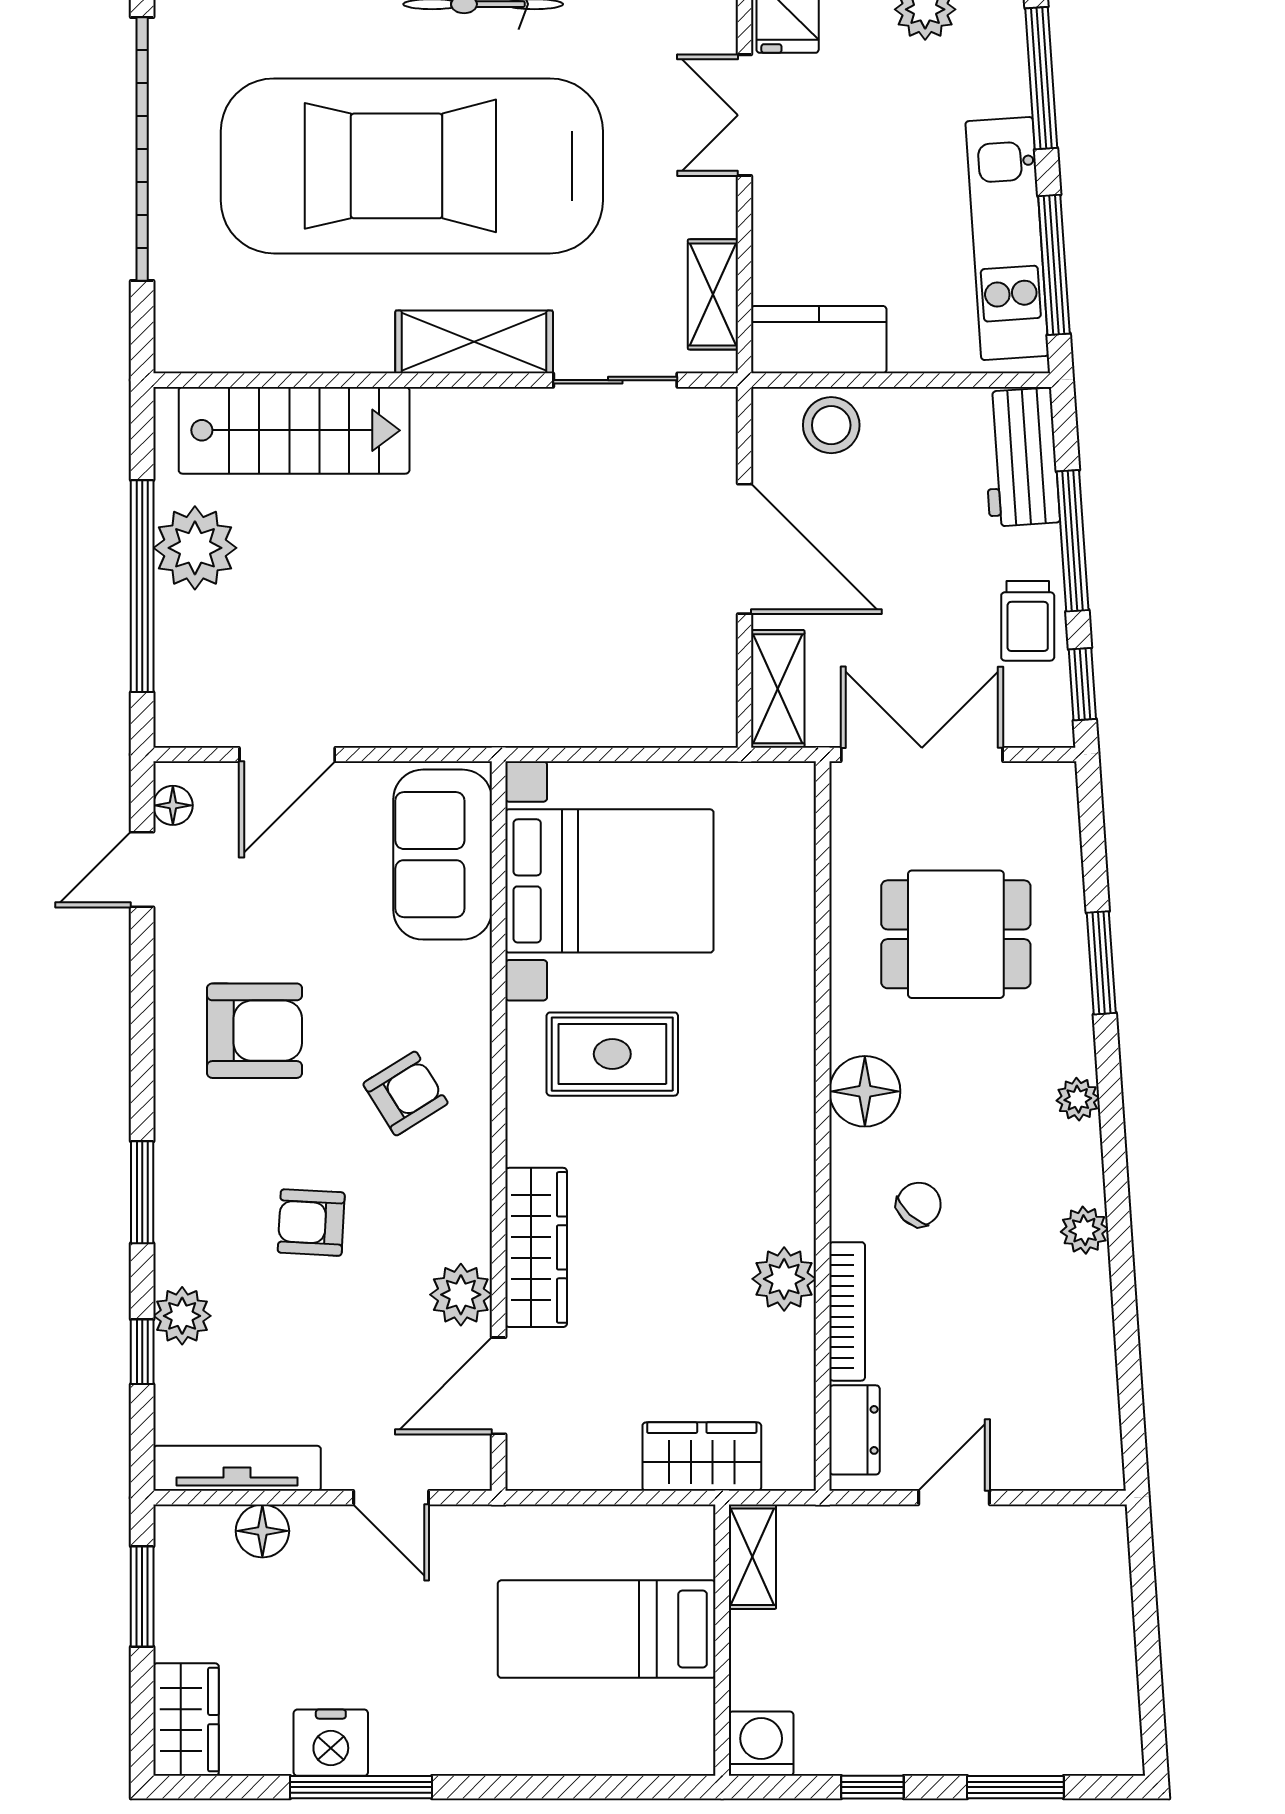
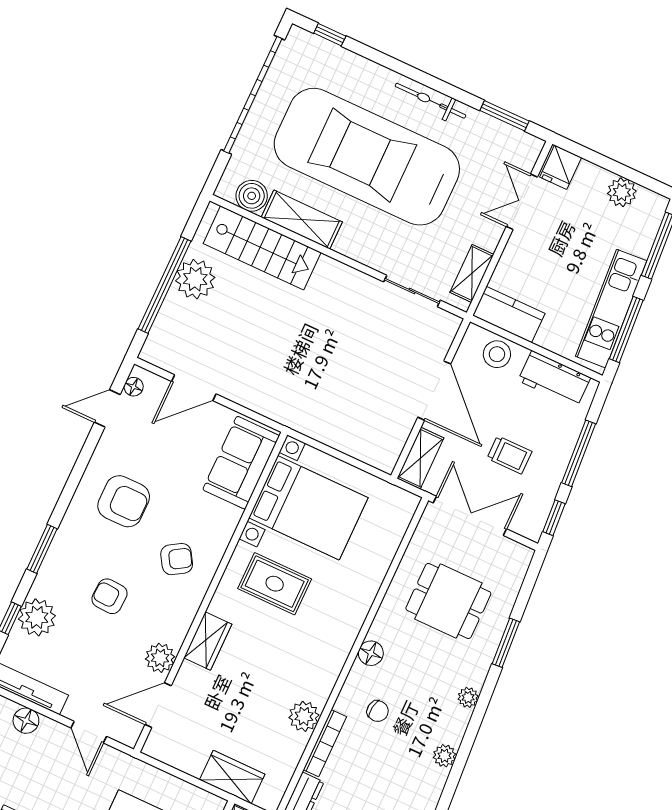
boiler: (228, 341) -> (252, 196), added
shelving: (474, 342) -> (302, 220), moved
workbench: (1021, 457) -> (554, 379), moved, turned -86
trolley: (1028, 621) -> (509, 455), moved, turned -90
floor lamp: (865, 1091) -> (371, 653), width x0.73, depth x0.73
chair: (919, 1204) -> (378, 711), turned 56
wardrobe: (536, 1247) -> (208, 641), width x0.67
plant: (182, 1316) -> (37, 617), width x1.36, depth x1.36

